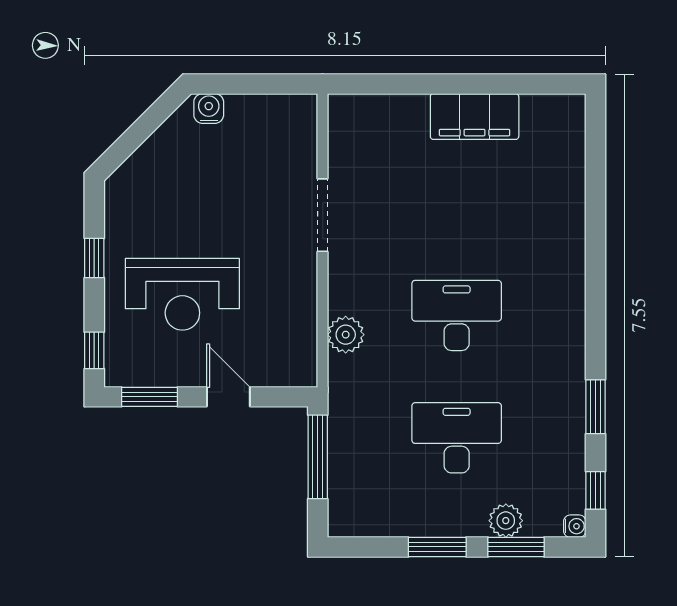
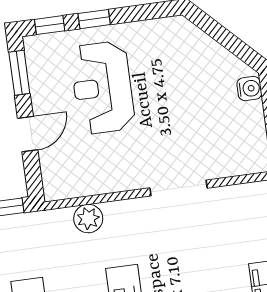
window: (94, 258) -> (94, 19), moved

